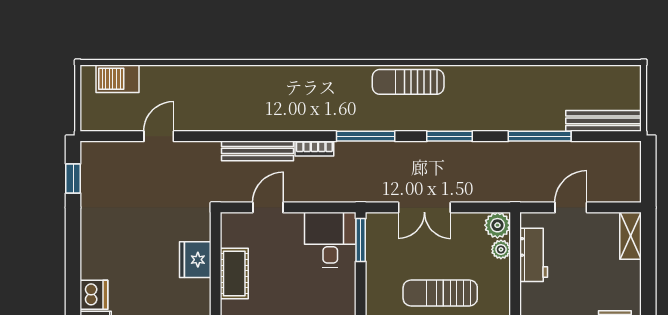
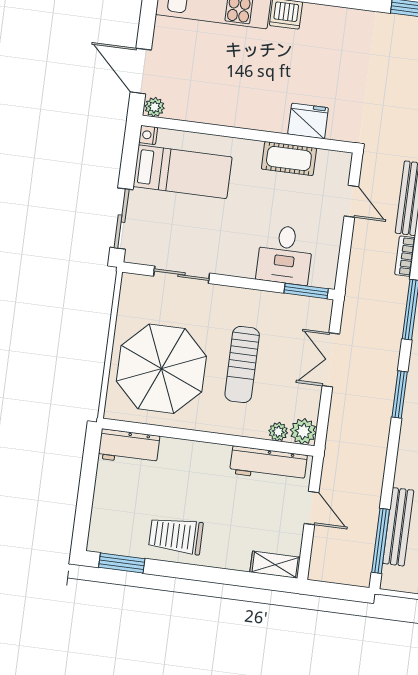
bench: (604, 121) -> (398, 527), moved
window: (540, 136) -> (381, 541), moved
desk: (330, 240) -> (285, 255), moved, turned 90
workbench: (534, 255) -> (268, 464), width x1.38
sun lounger: (440, 293) -> (242, 365), turned 180

